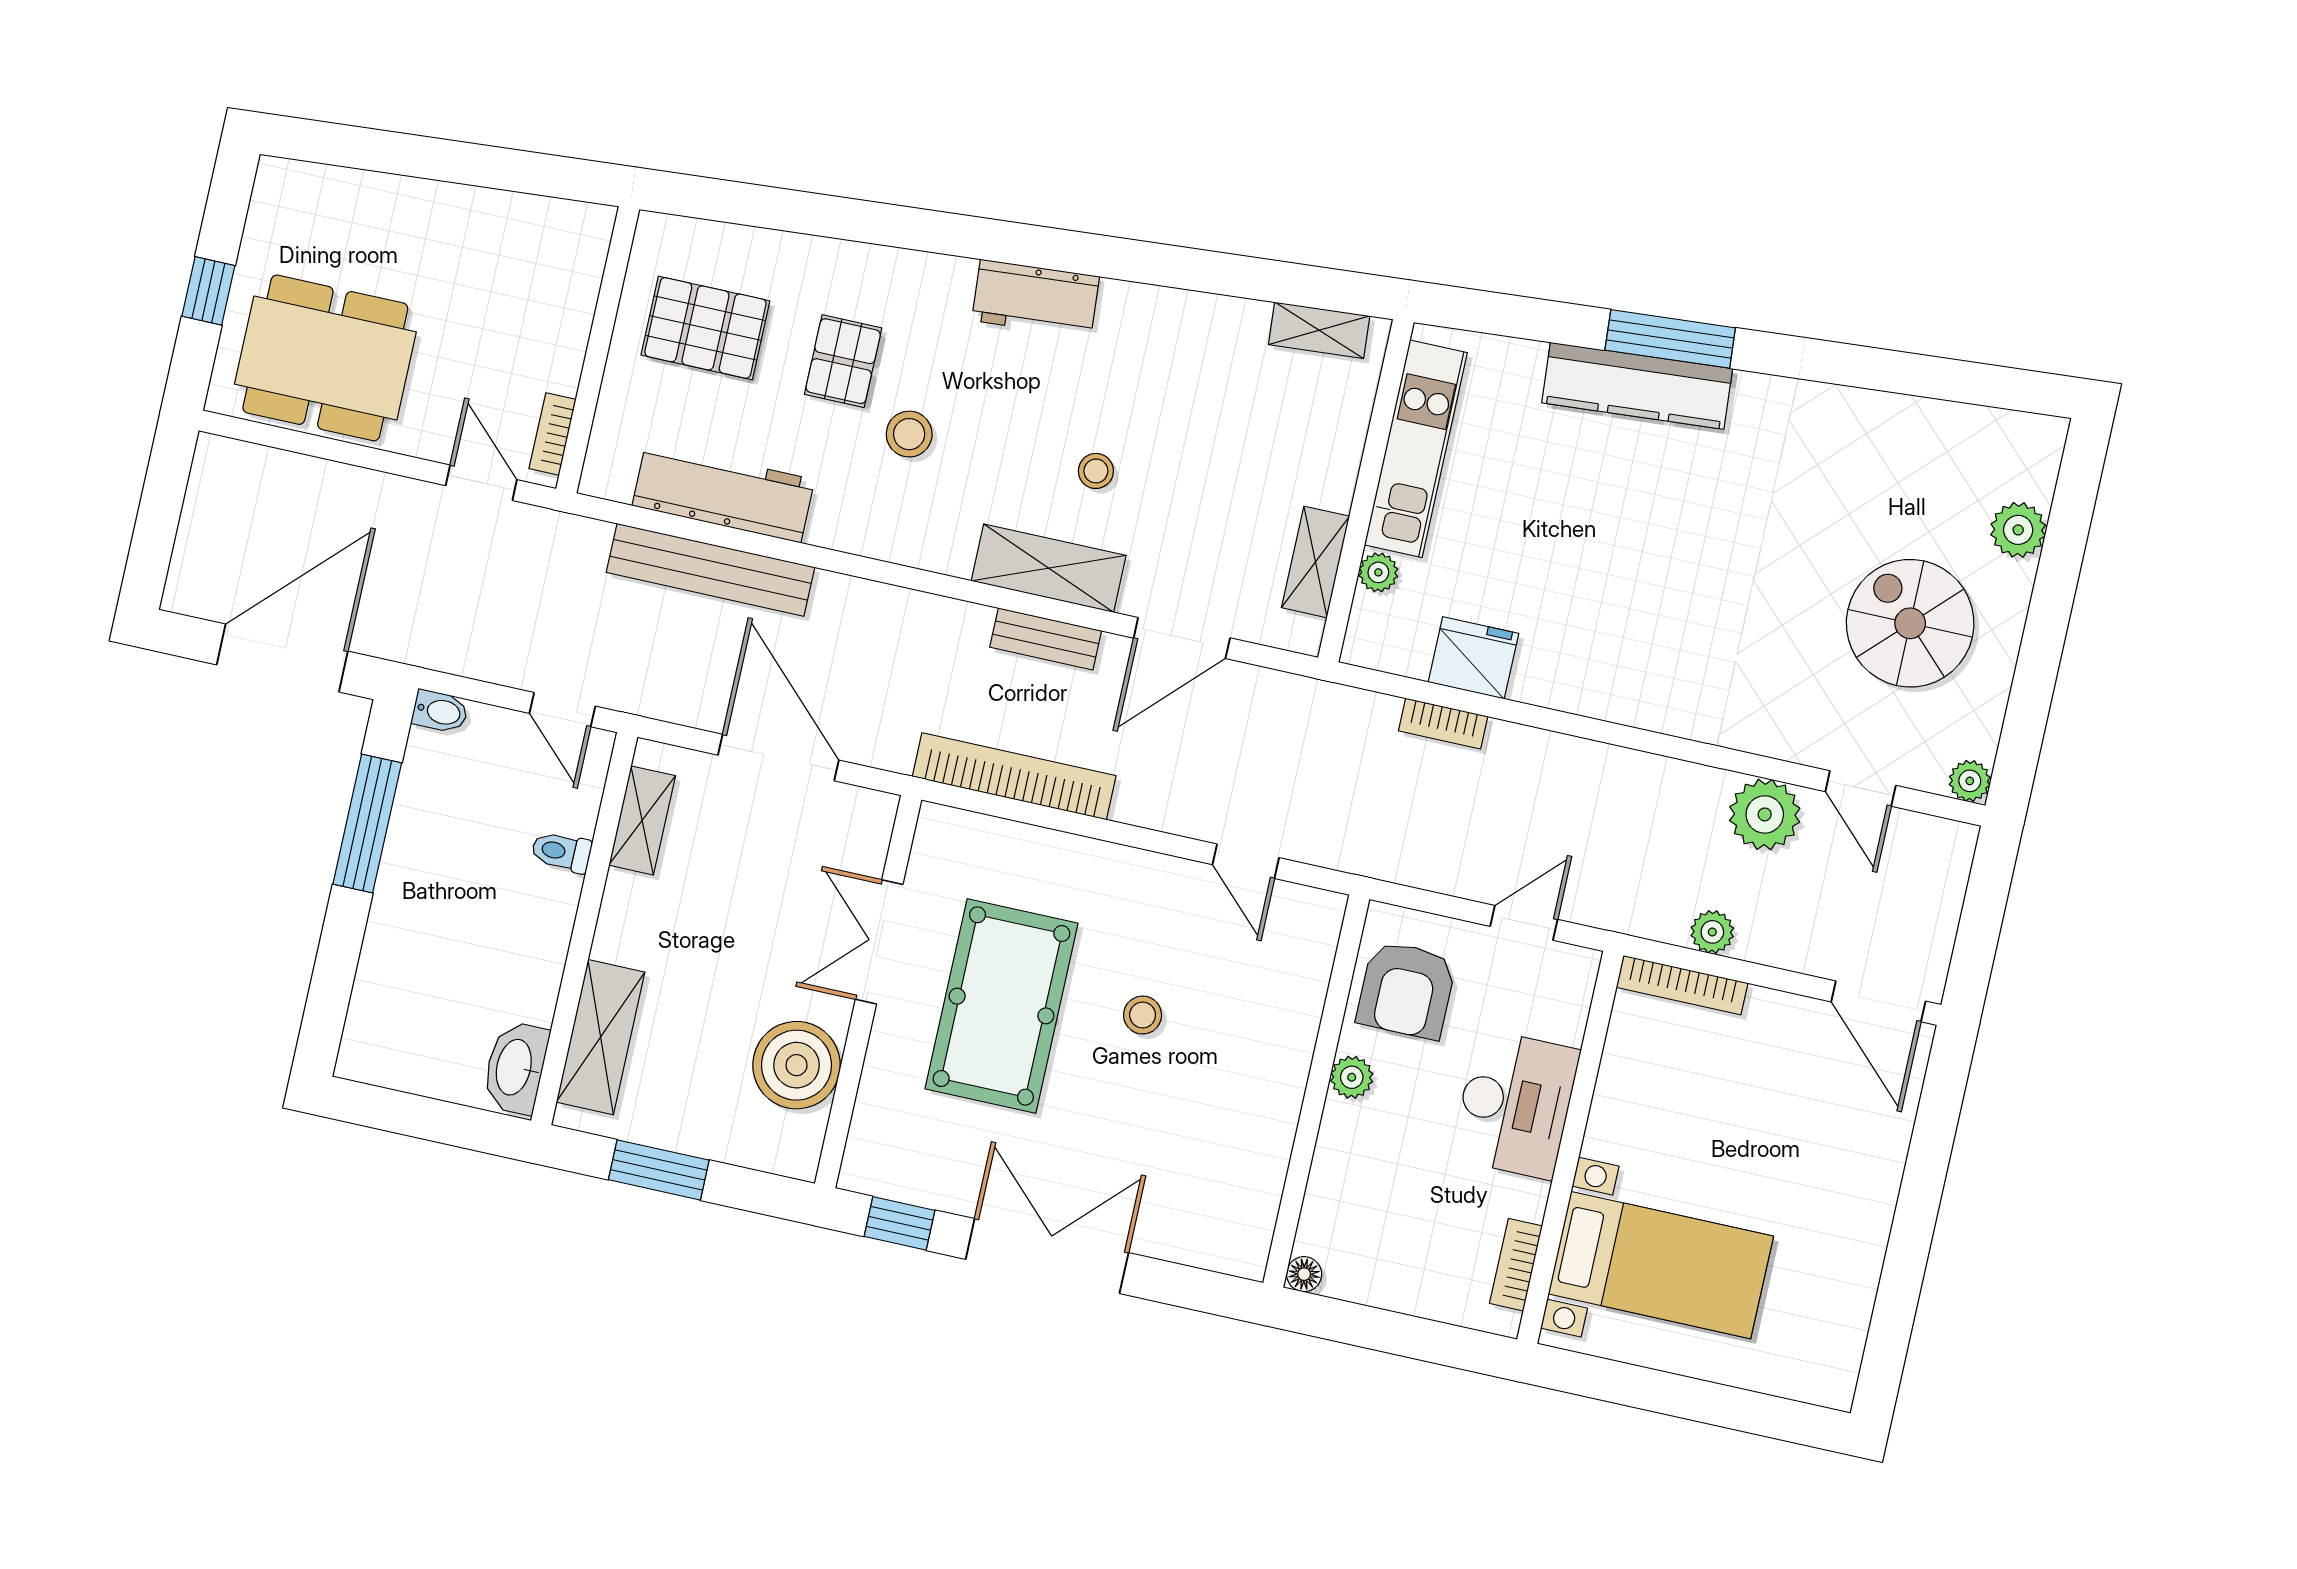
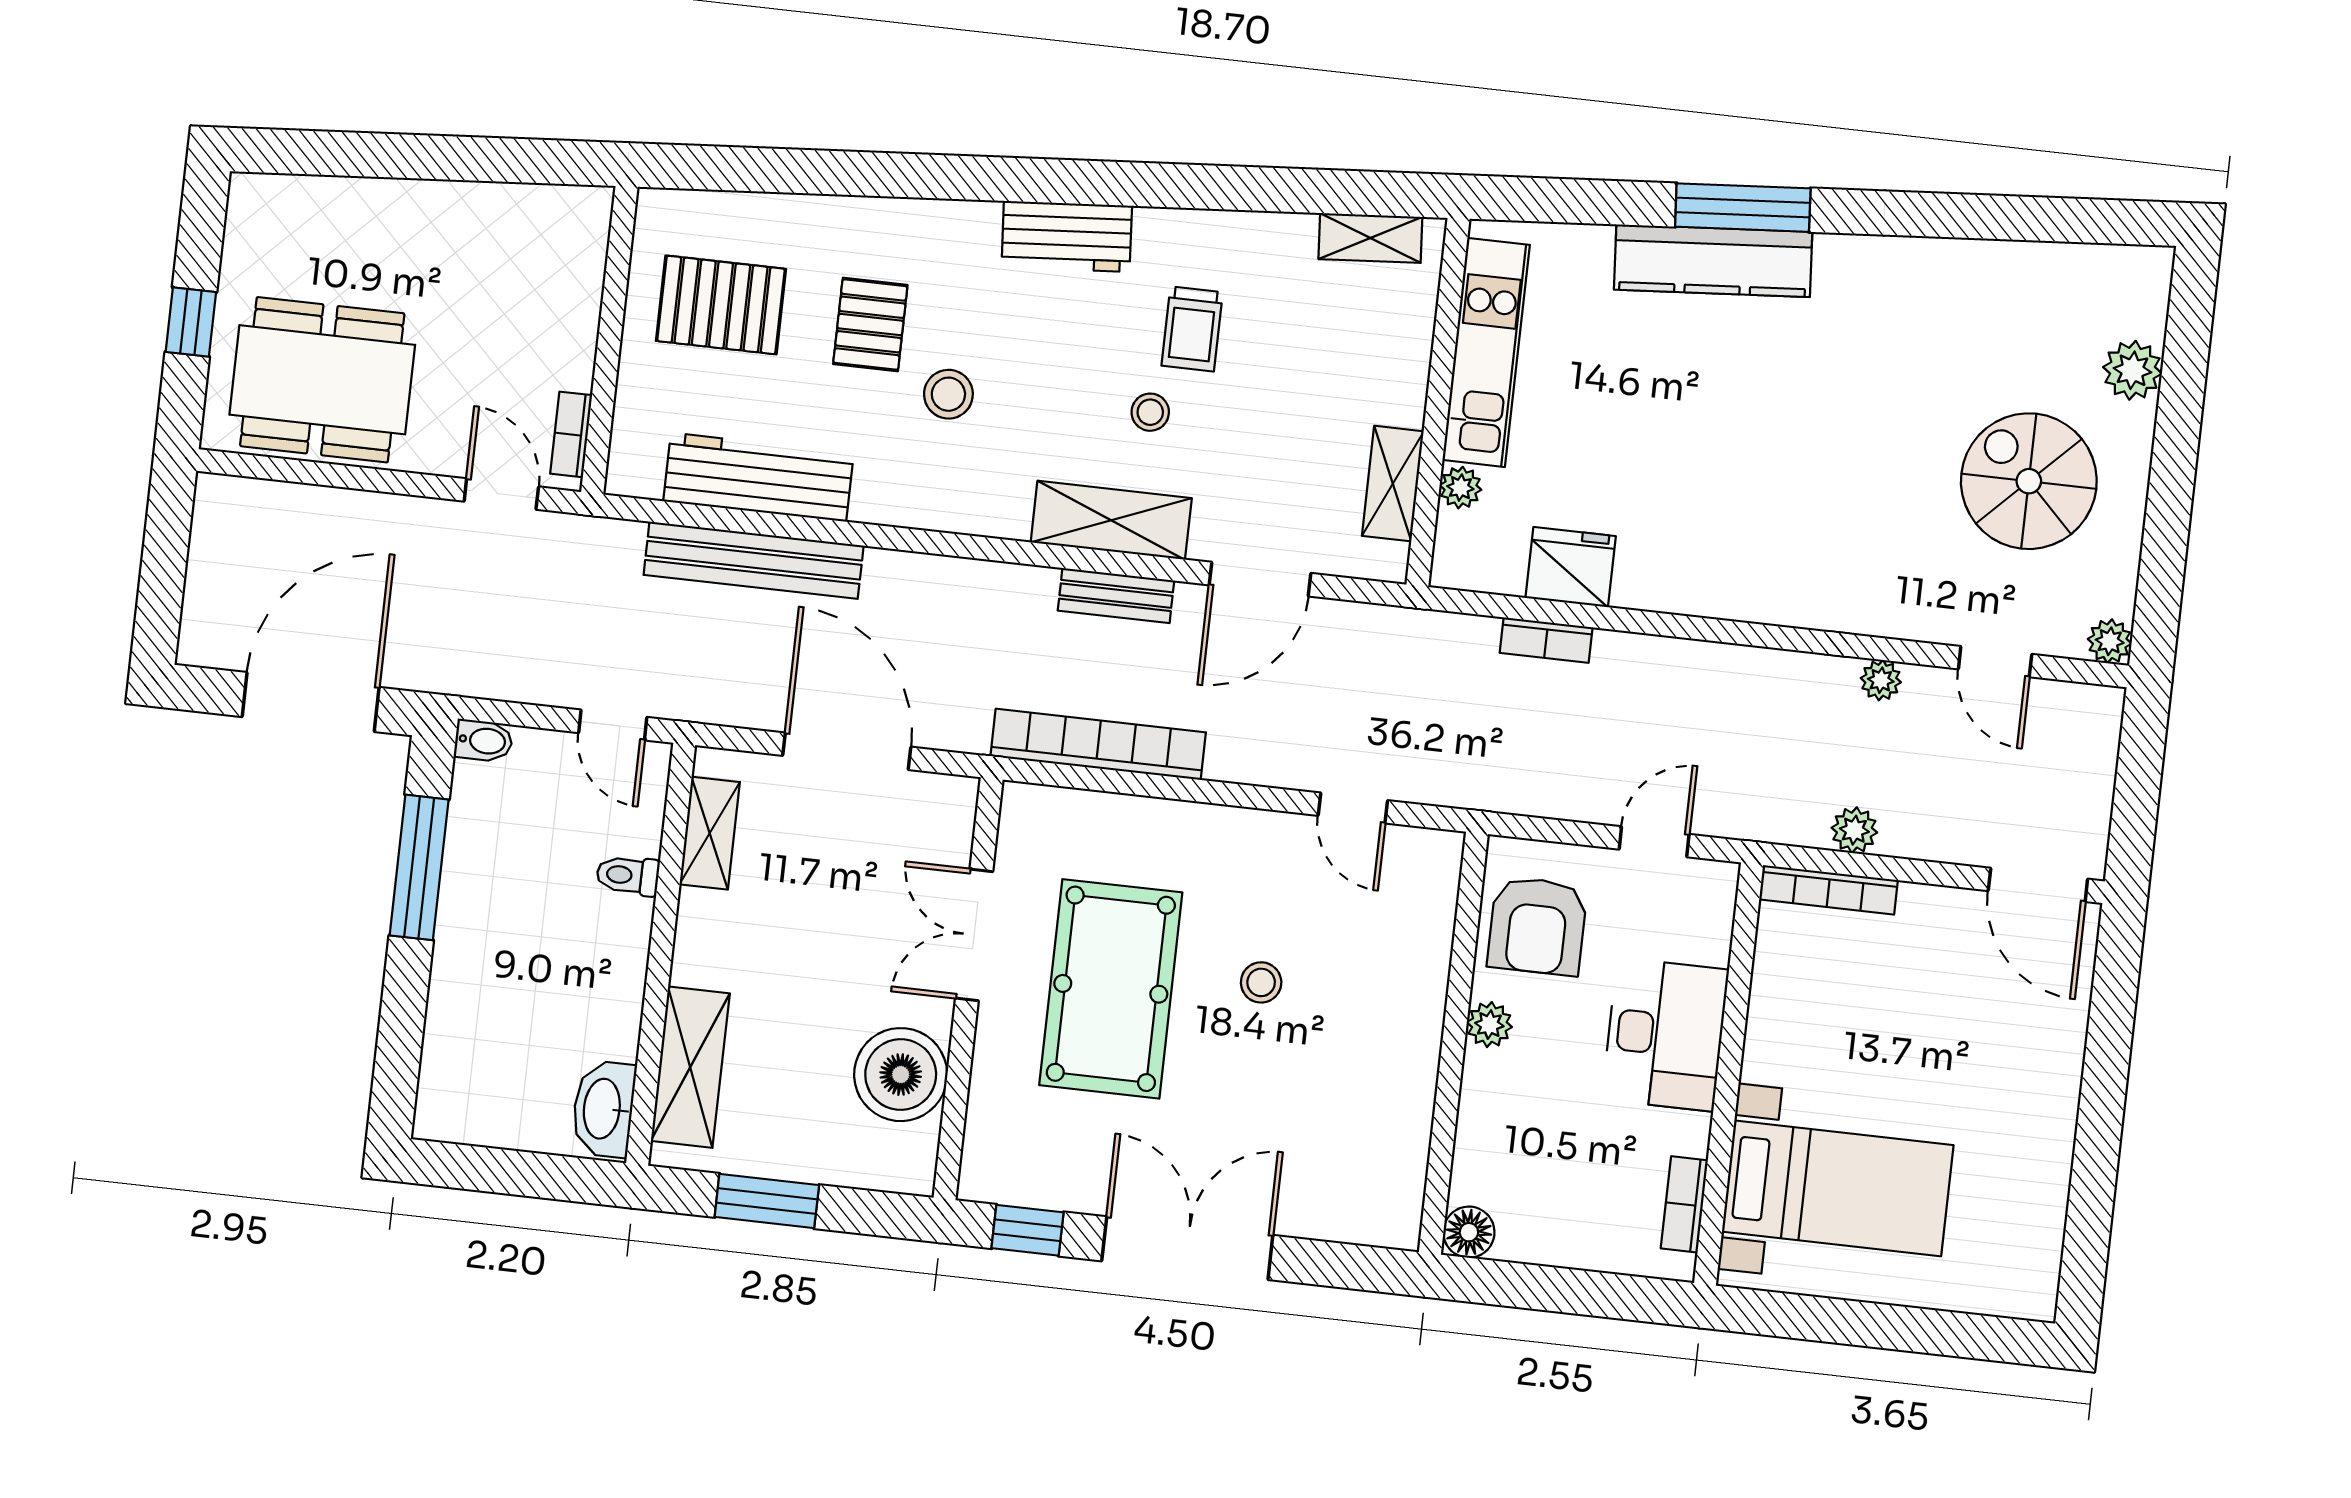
trolley: (1143, 397) -> (1192, 329), added
plant: (1765, 814) -> (1881, 680), width x0.53, depth x0.53
floor lamp: (1304, 1274) -> (1469, 1232), width x1.37, depth x1.37

